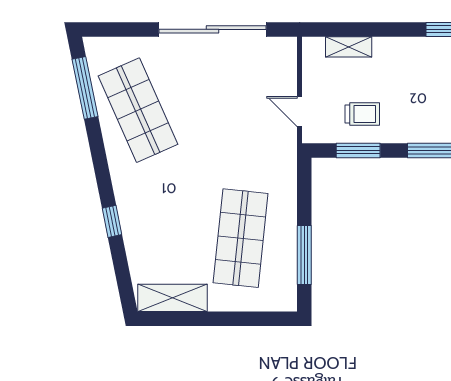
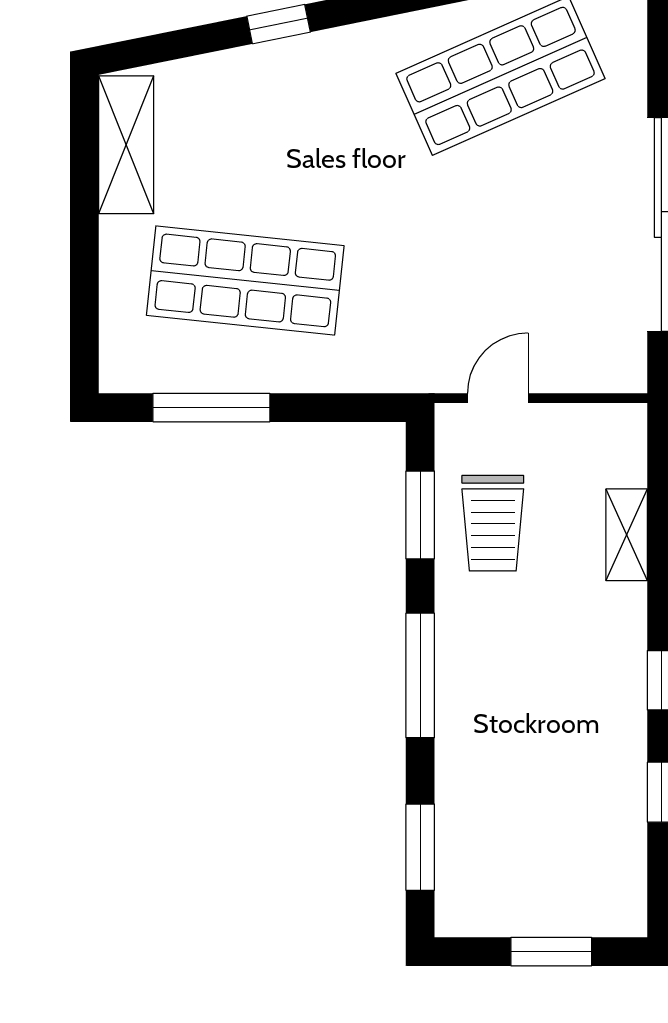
shelving: (349, 47) -> (627, 535), moved
trolley: (362, 114) -> (493, 523), width x1.36, depth x1.39

